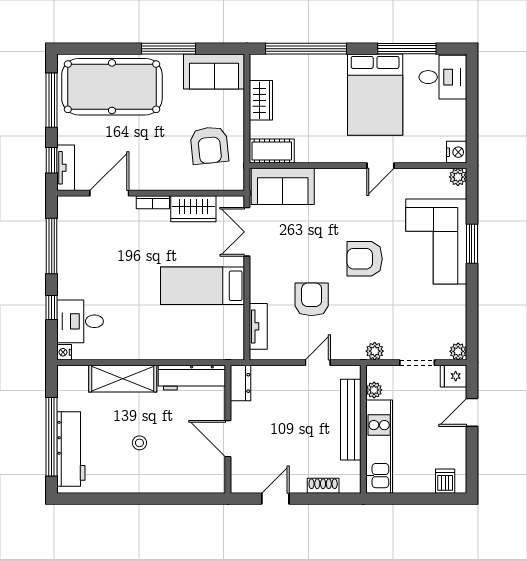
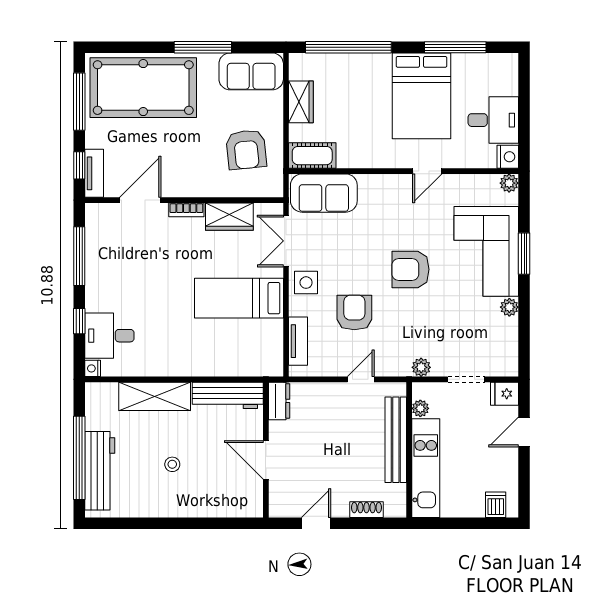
desk: (443, 77) -> (493, 120), moved
side table: (266, 271) -> (306, 283), added
plant: (458, 351) -> (509, 307), moved

